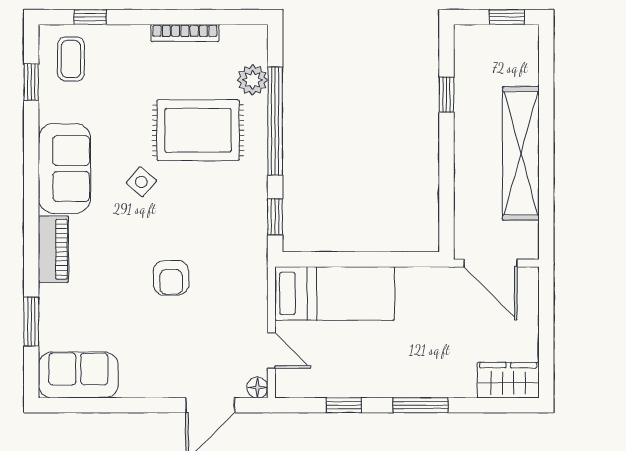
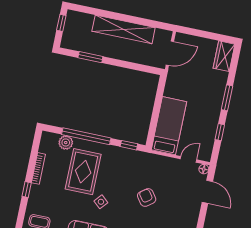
window: (90, 17) -> (27, 189), moved
window: (446, 95) -> (90, 57), width x1.50
armchair: (171, 278) -> (147, 197), turned -126

